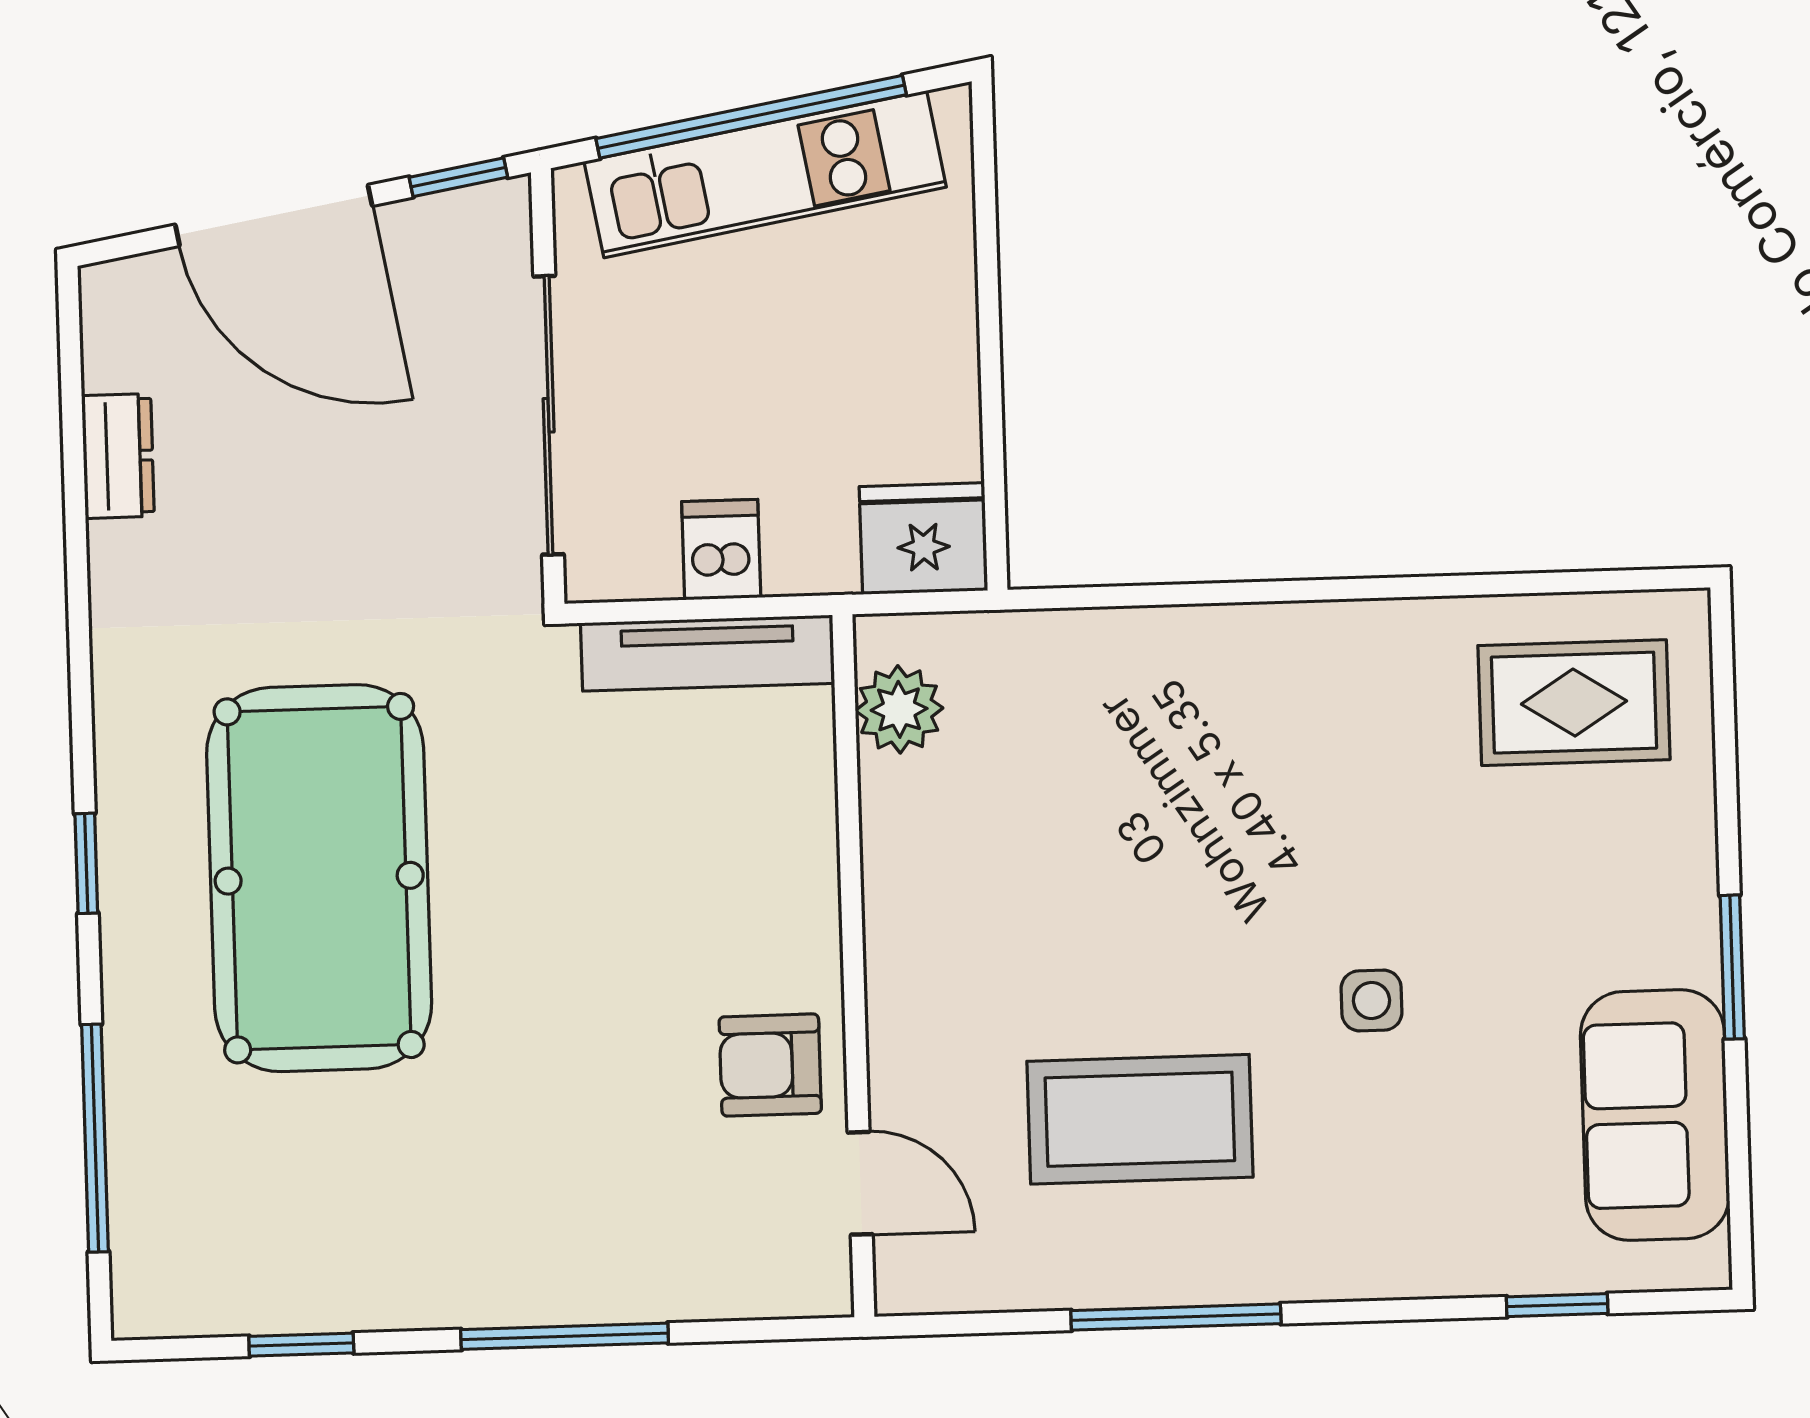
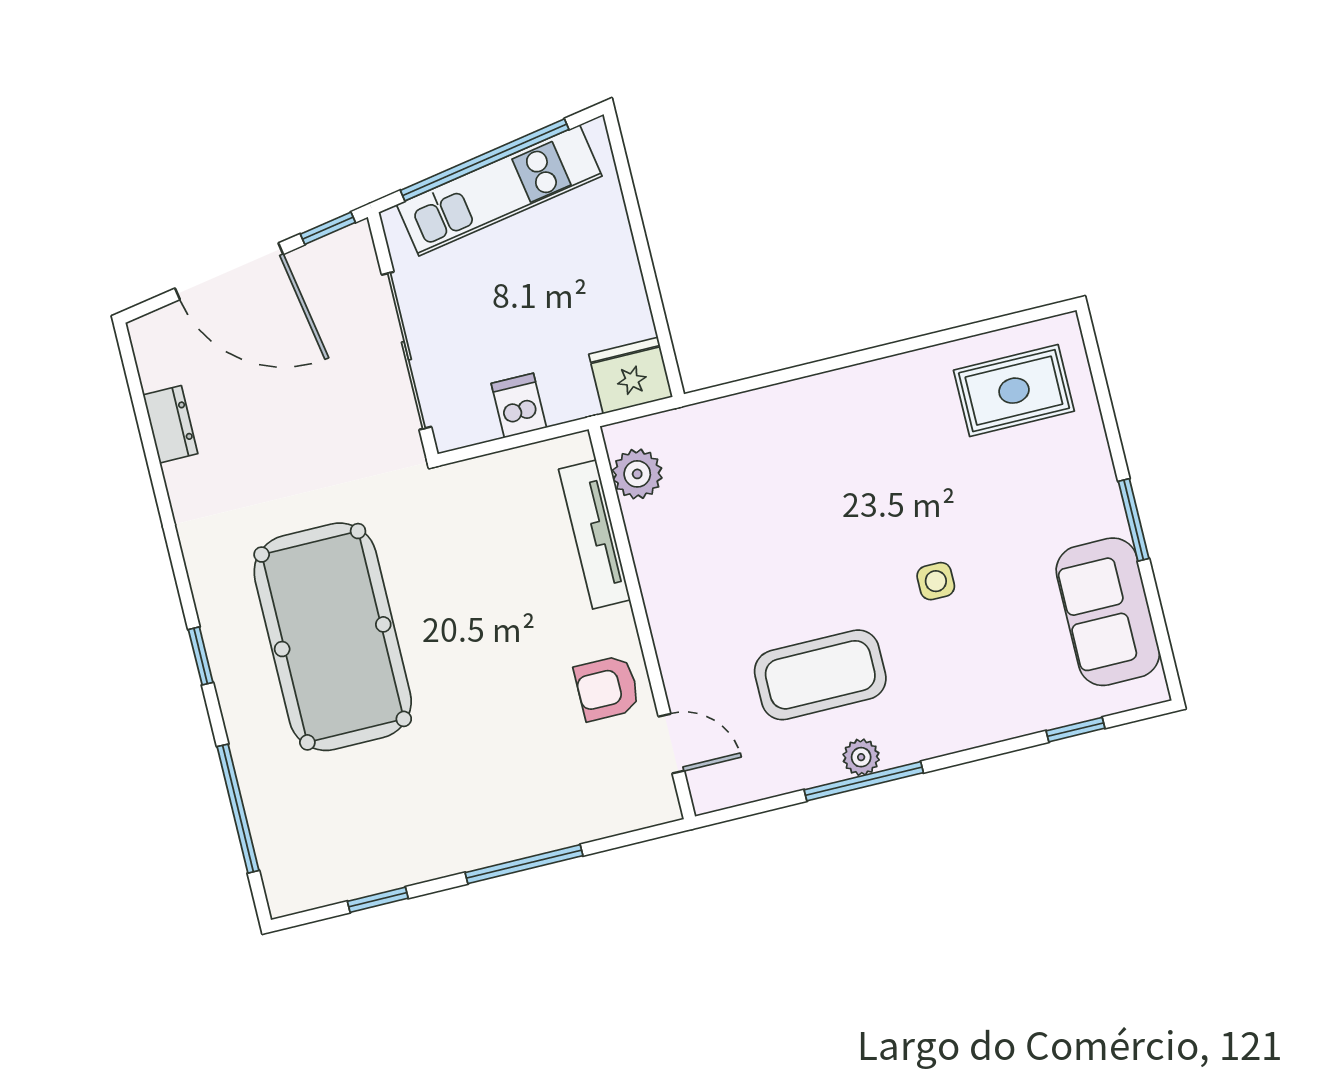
tv unit: (708, 653) -> (594, 535), moved, turned 90
plant: (1180, 1275) -> (861, 757), added

